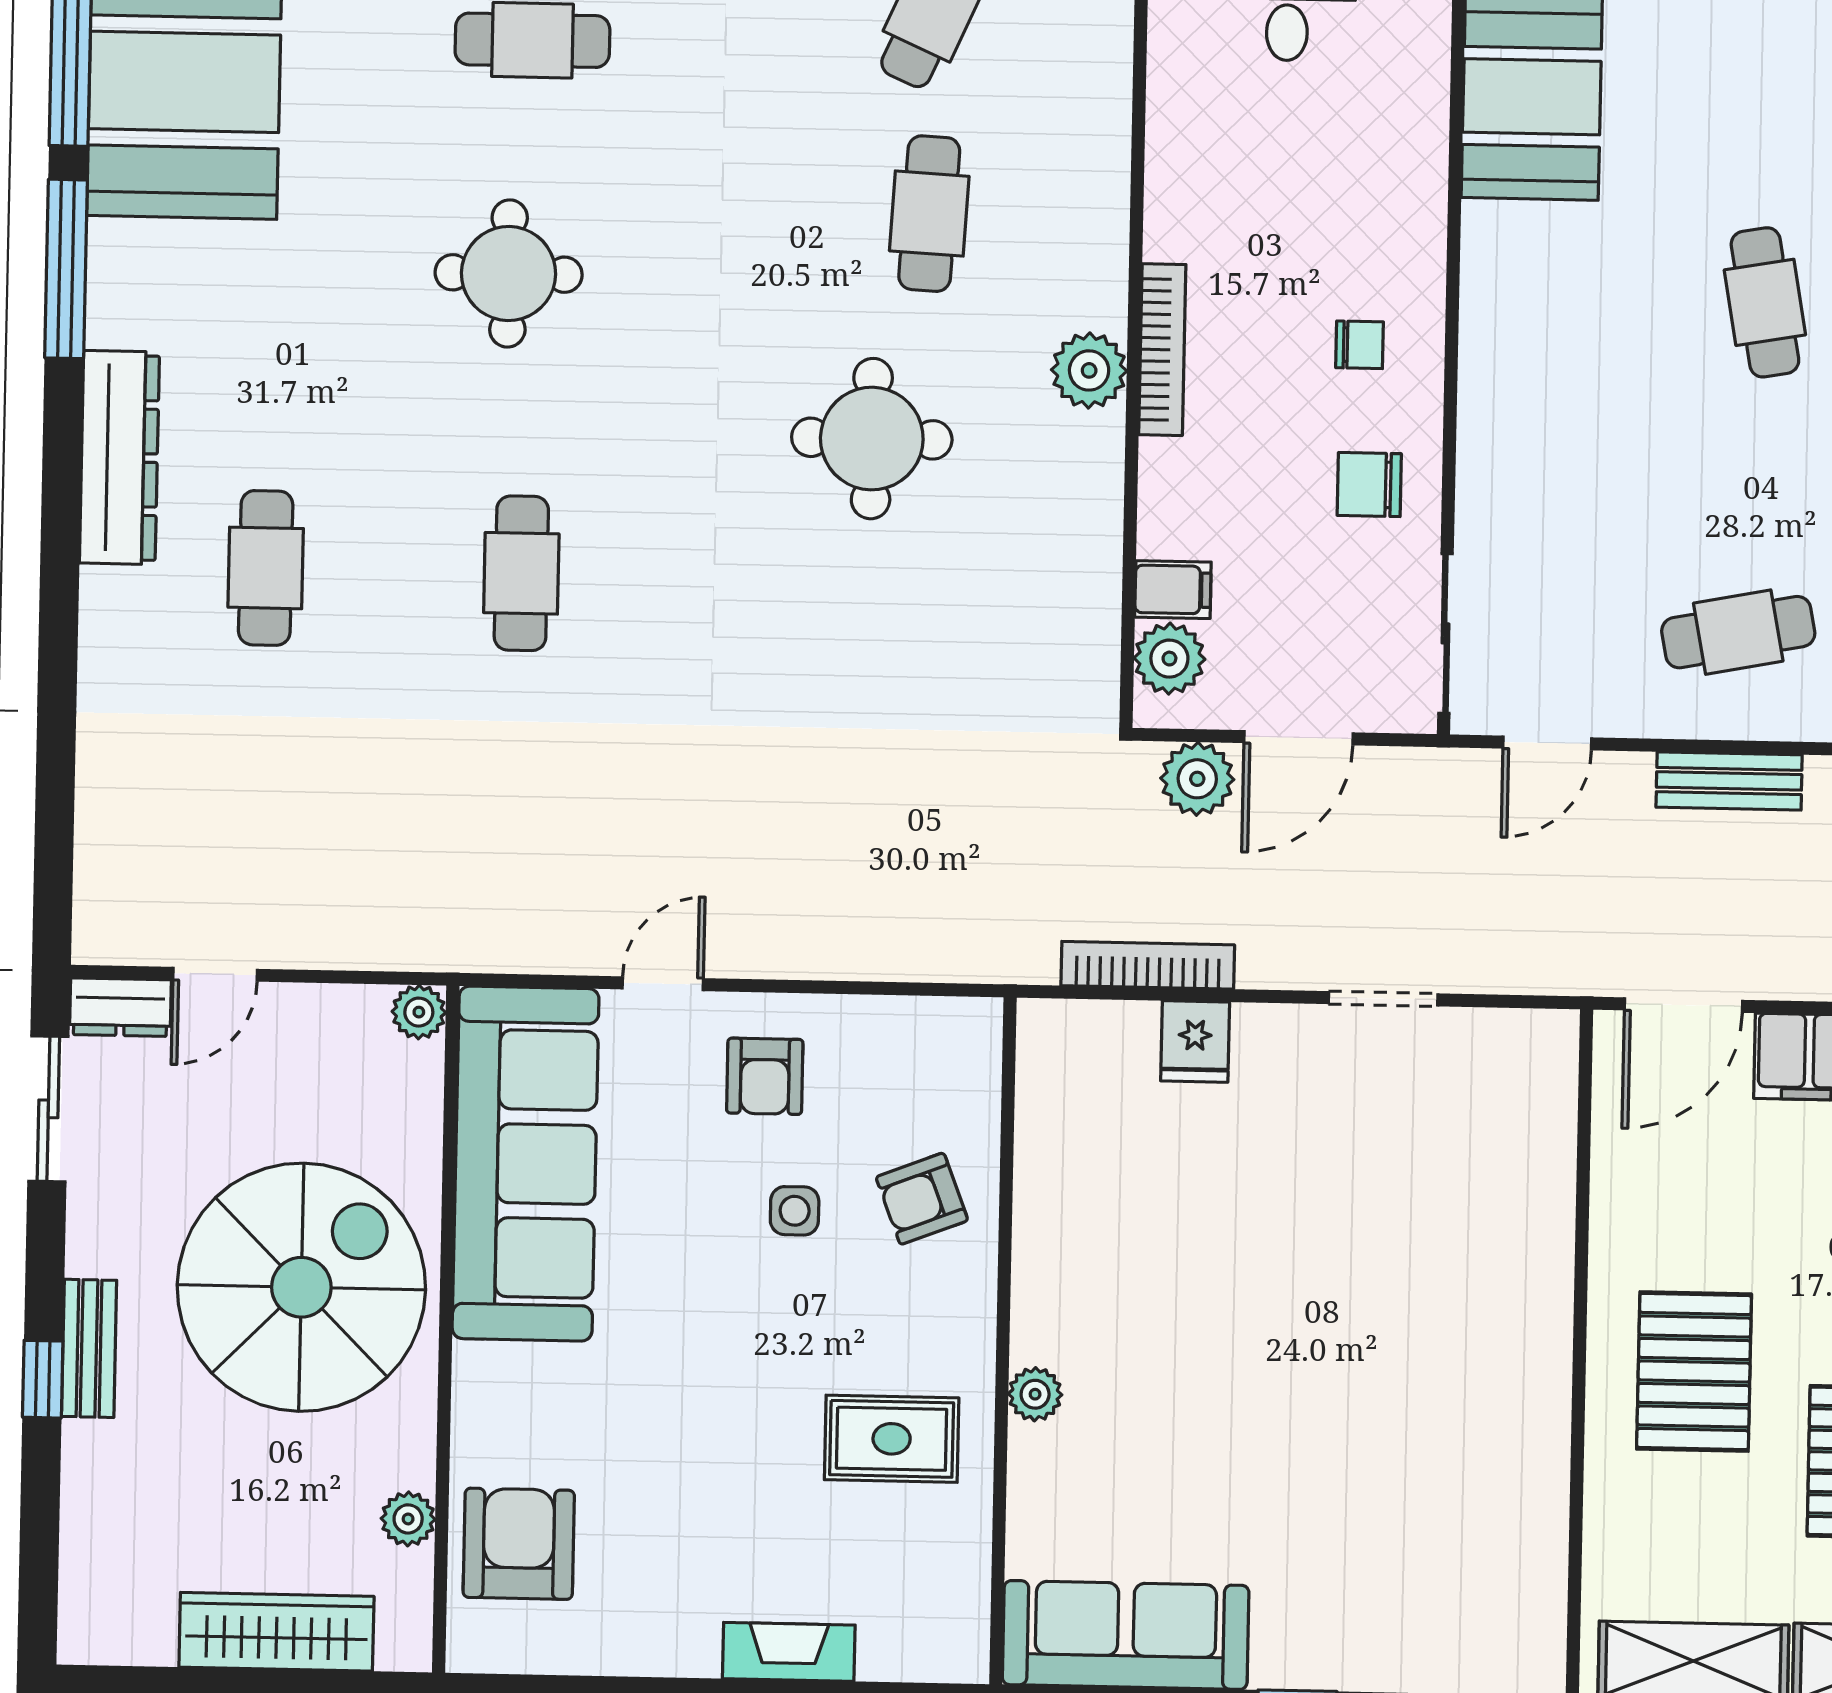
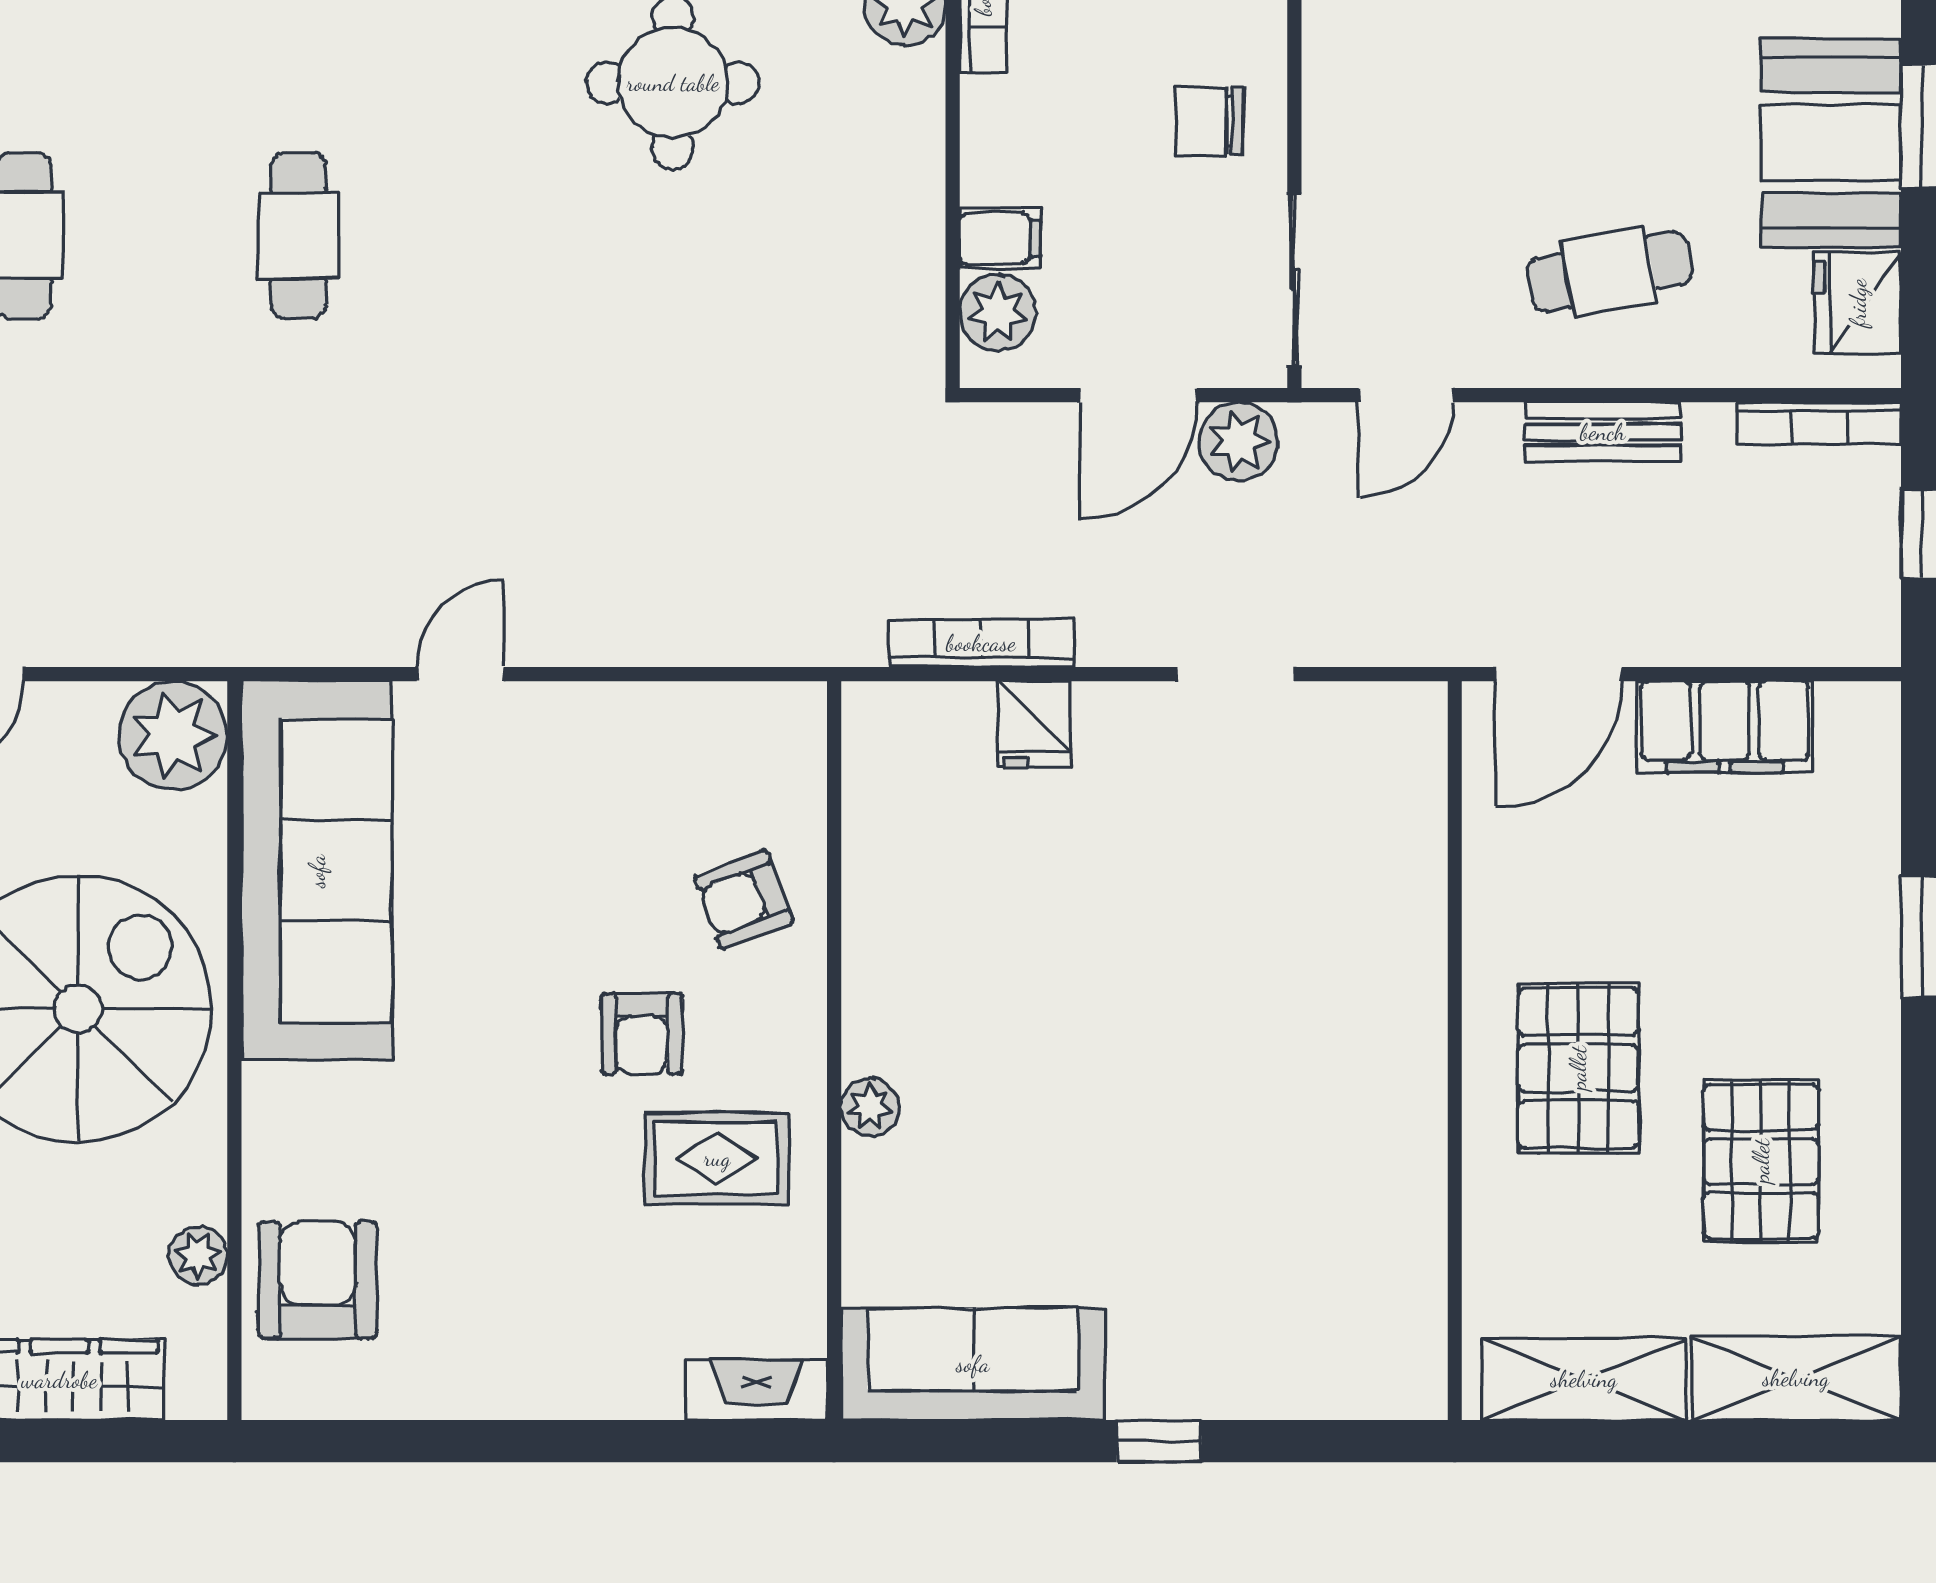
plant: (1197, 779) -> (1239, 442), moved
plant: (419, 1012) -> (173, 735), width x1.87, depth x1.87
armchair: (765, 1076) -> (642, 1034), moved
side table: (795, 1211) -> (607, 915), removed
fireplace: (789, 1652) -> (756, 1390), moved

